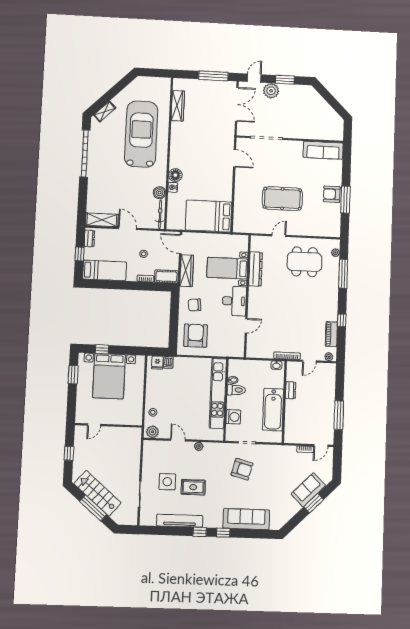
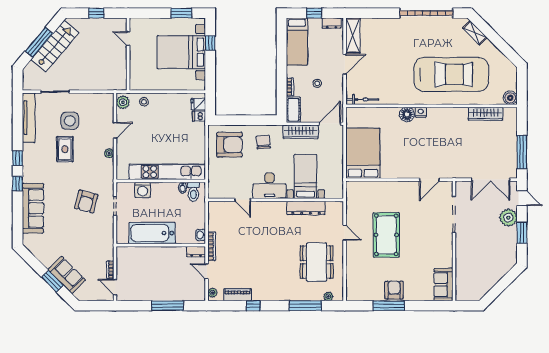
sofa: (323, 150) -> (443, 285), width x0.73
nightstand: (173, 187) -> (421, 112), moved
boiler: (160, 193) -> (510, 98), moved
toilet: (236, 390) -> (193, 192), moved
dresser: (291, 390) -> (196, 252), moved
window: (339, 415) -> (167, 306), moved
tv unit: (180, 521) -> (29, 118), moved

